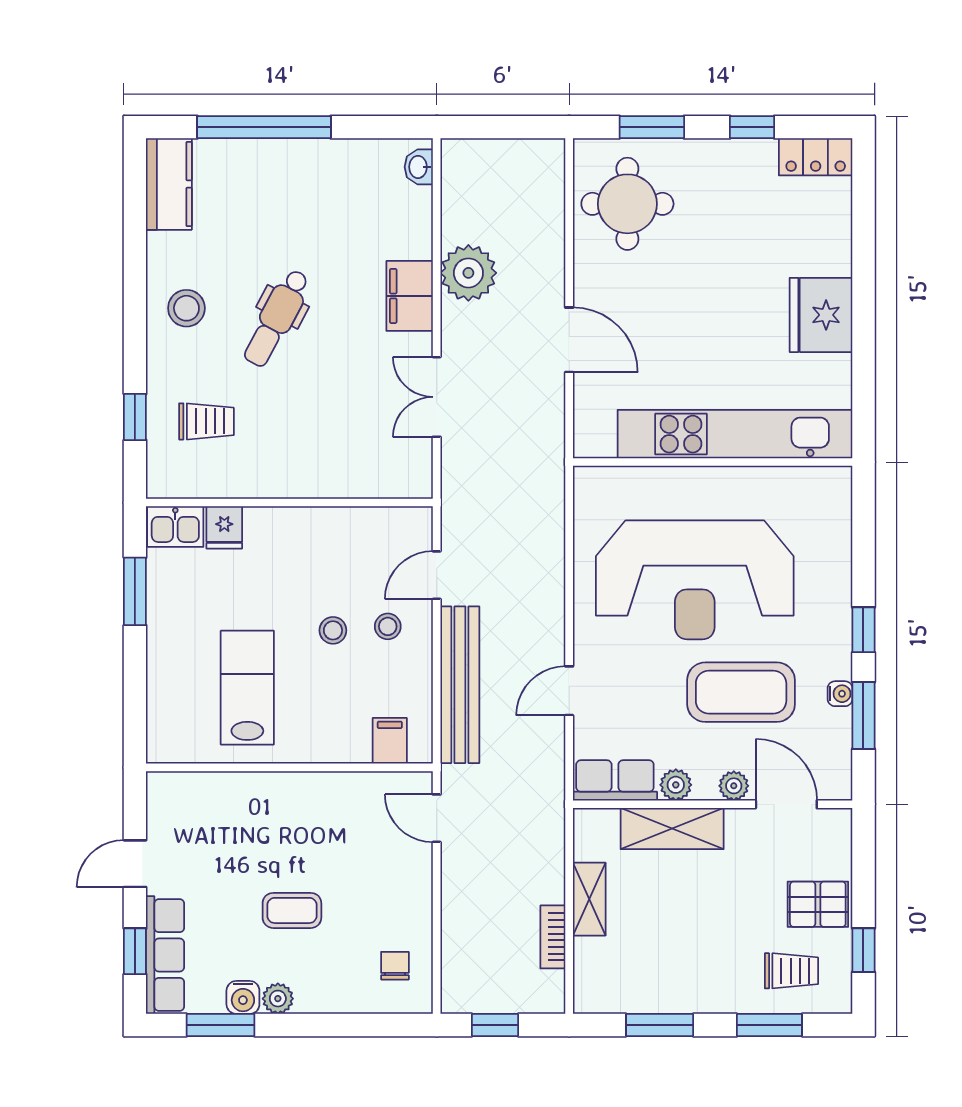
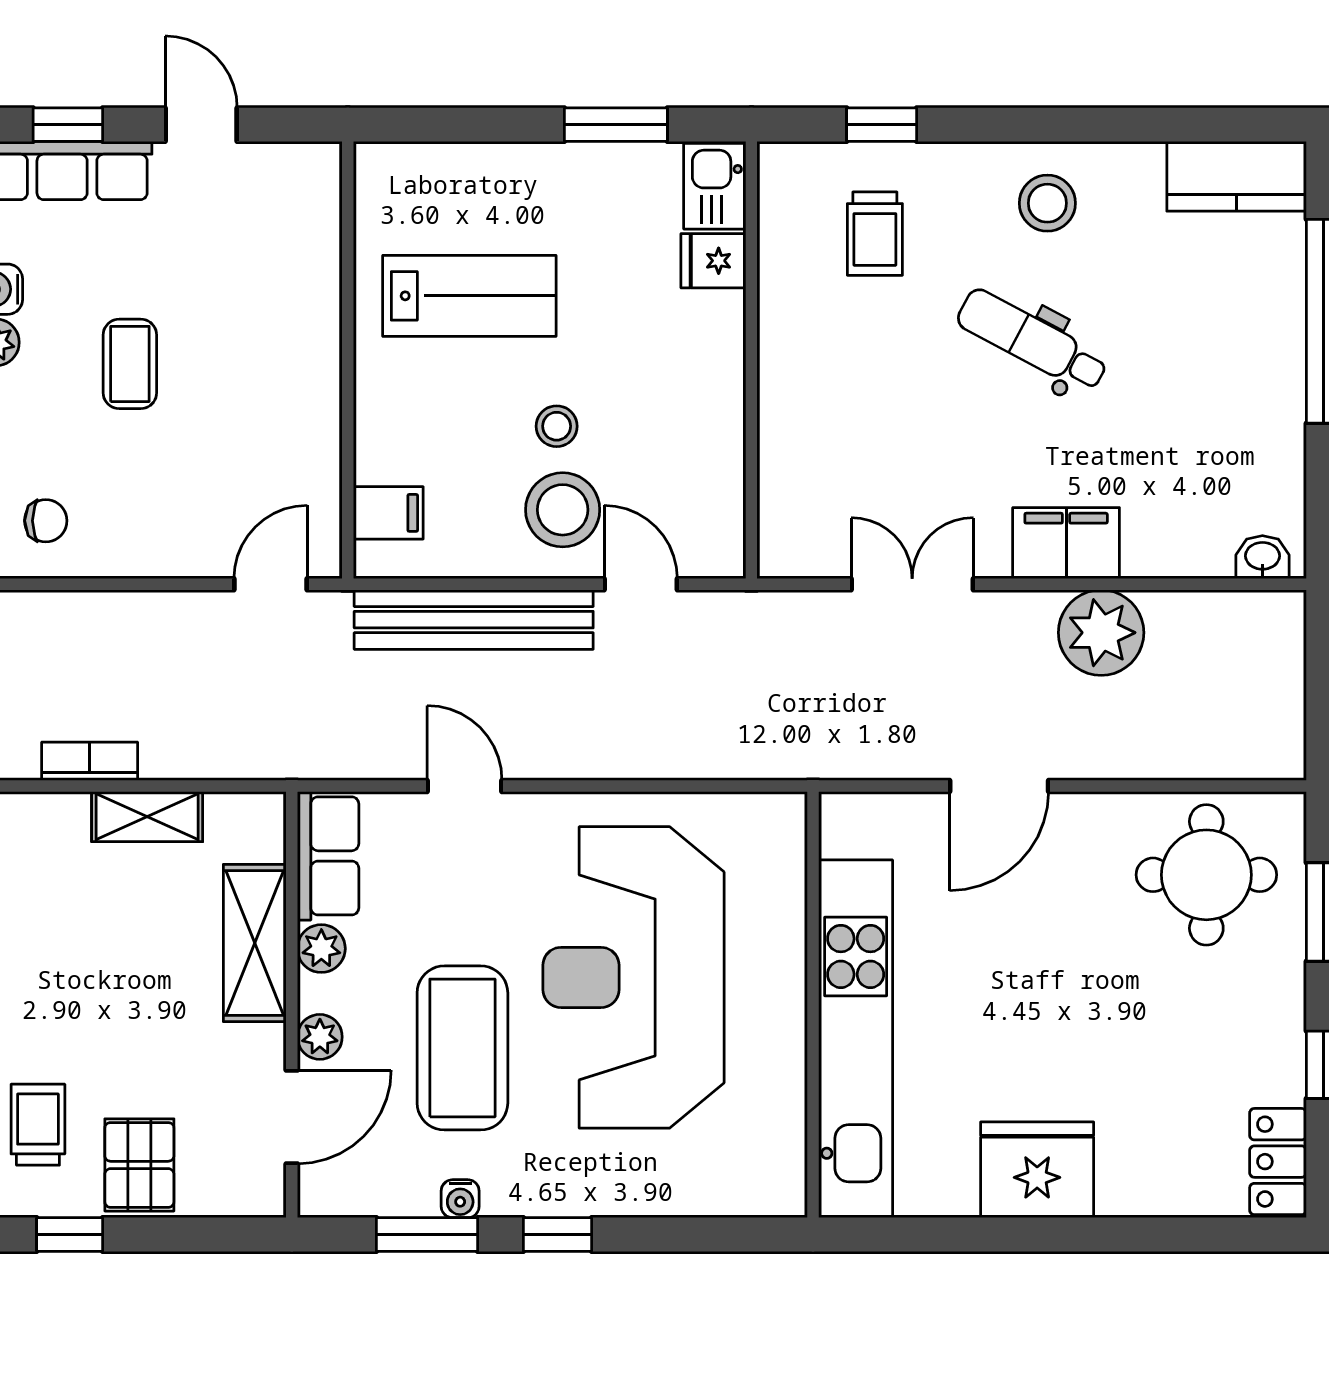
stool: (388, 626) -> (563, 510), width x1.89, depth x1.89
trolley: (791, 971) -> (38, 1125), turned 180

